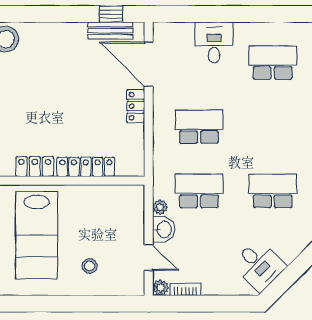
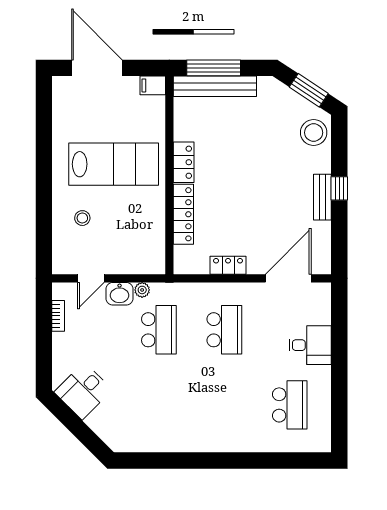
window: (111, 14) -> (339, 188), moved
bench: (110, 30) -> (322, 197), moved
locker: (136, 106) -> (228, 265), moved
school desk: (273, 191) -> (159, 405), removed
lab bench: (37, 235) -> (114, 164), turned 180
plant: (161, 288) -> (60, 291), removed

